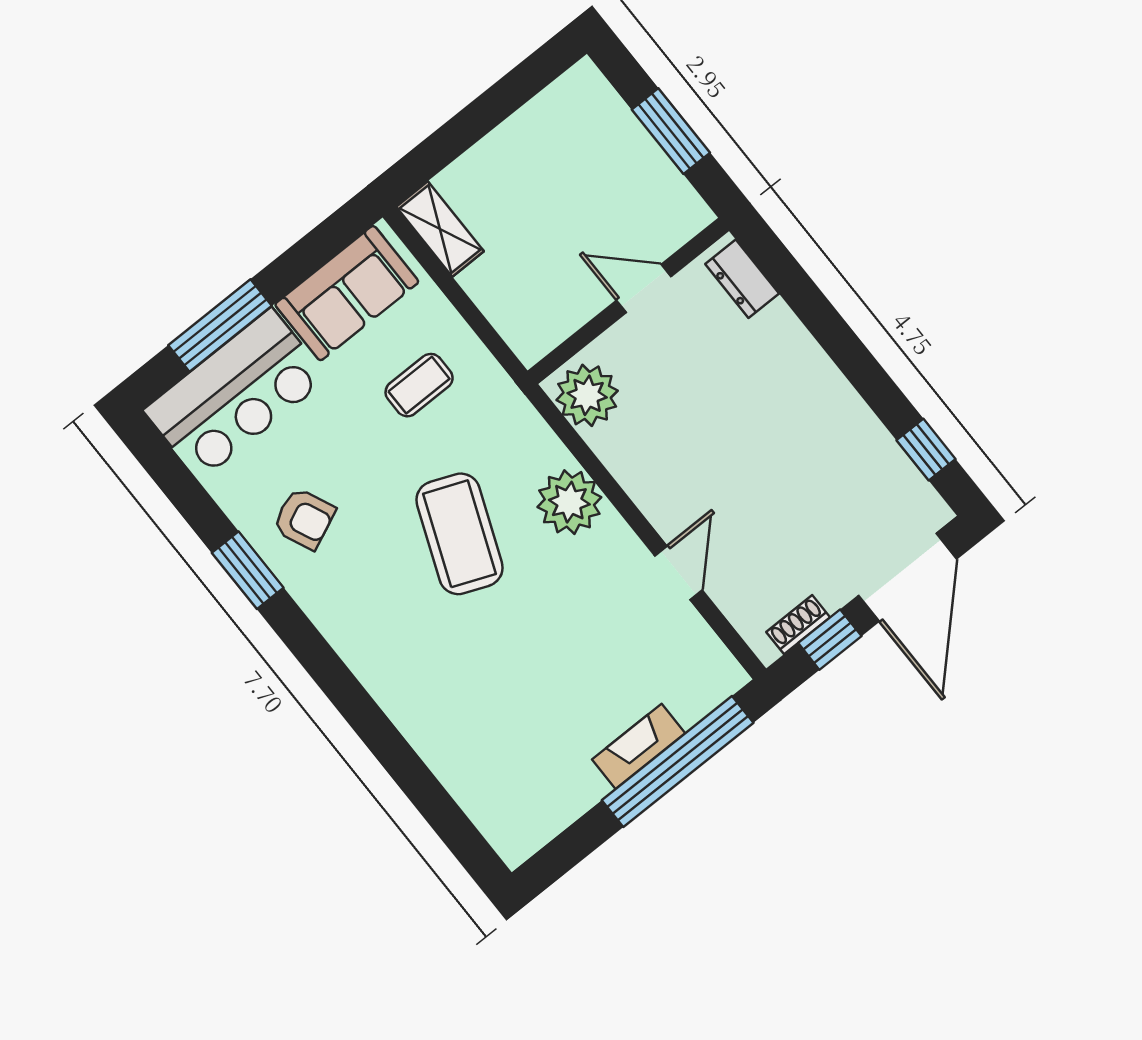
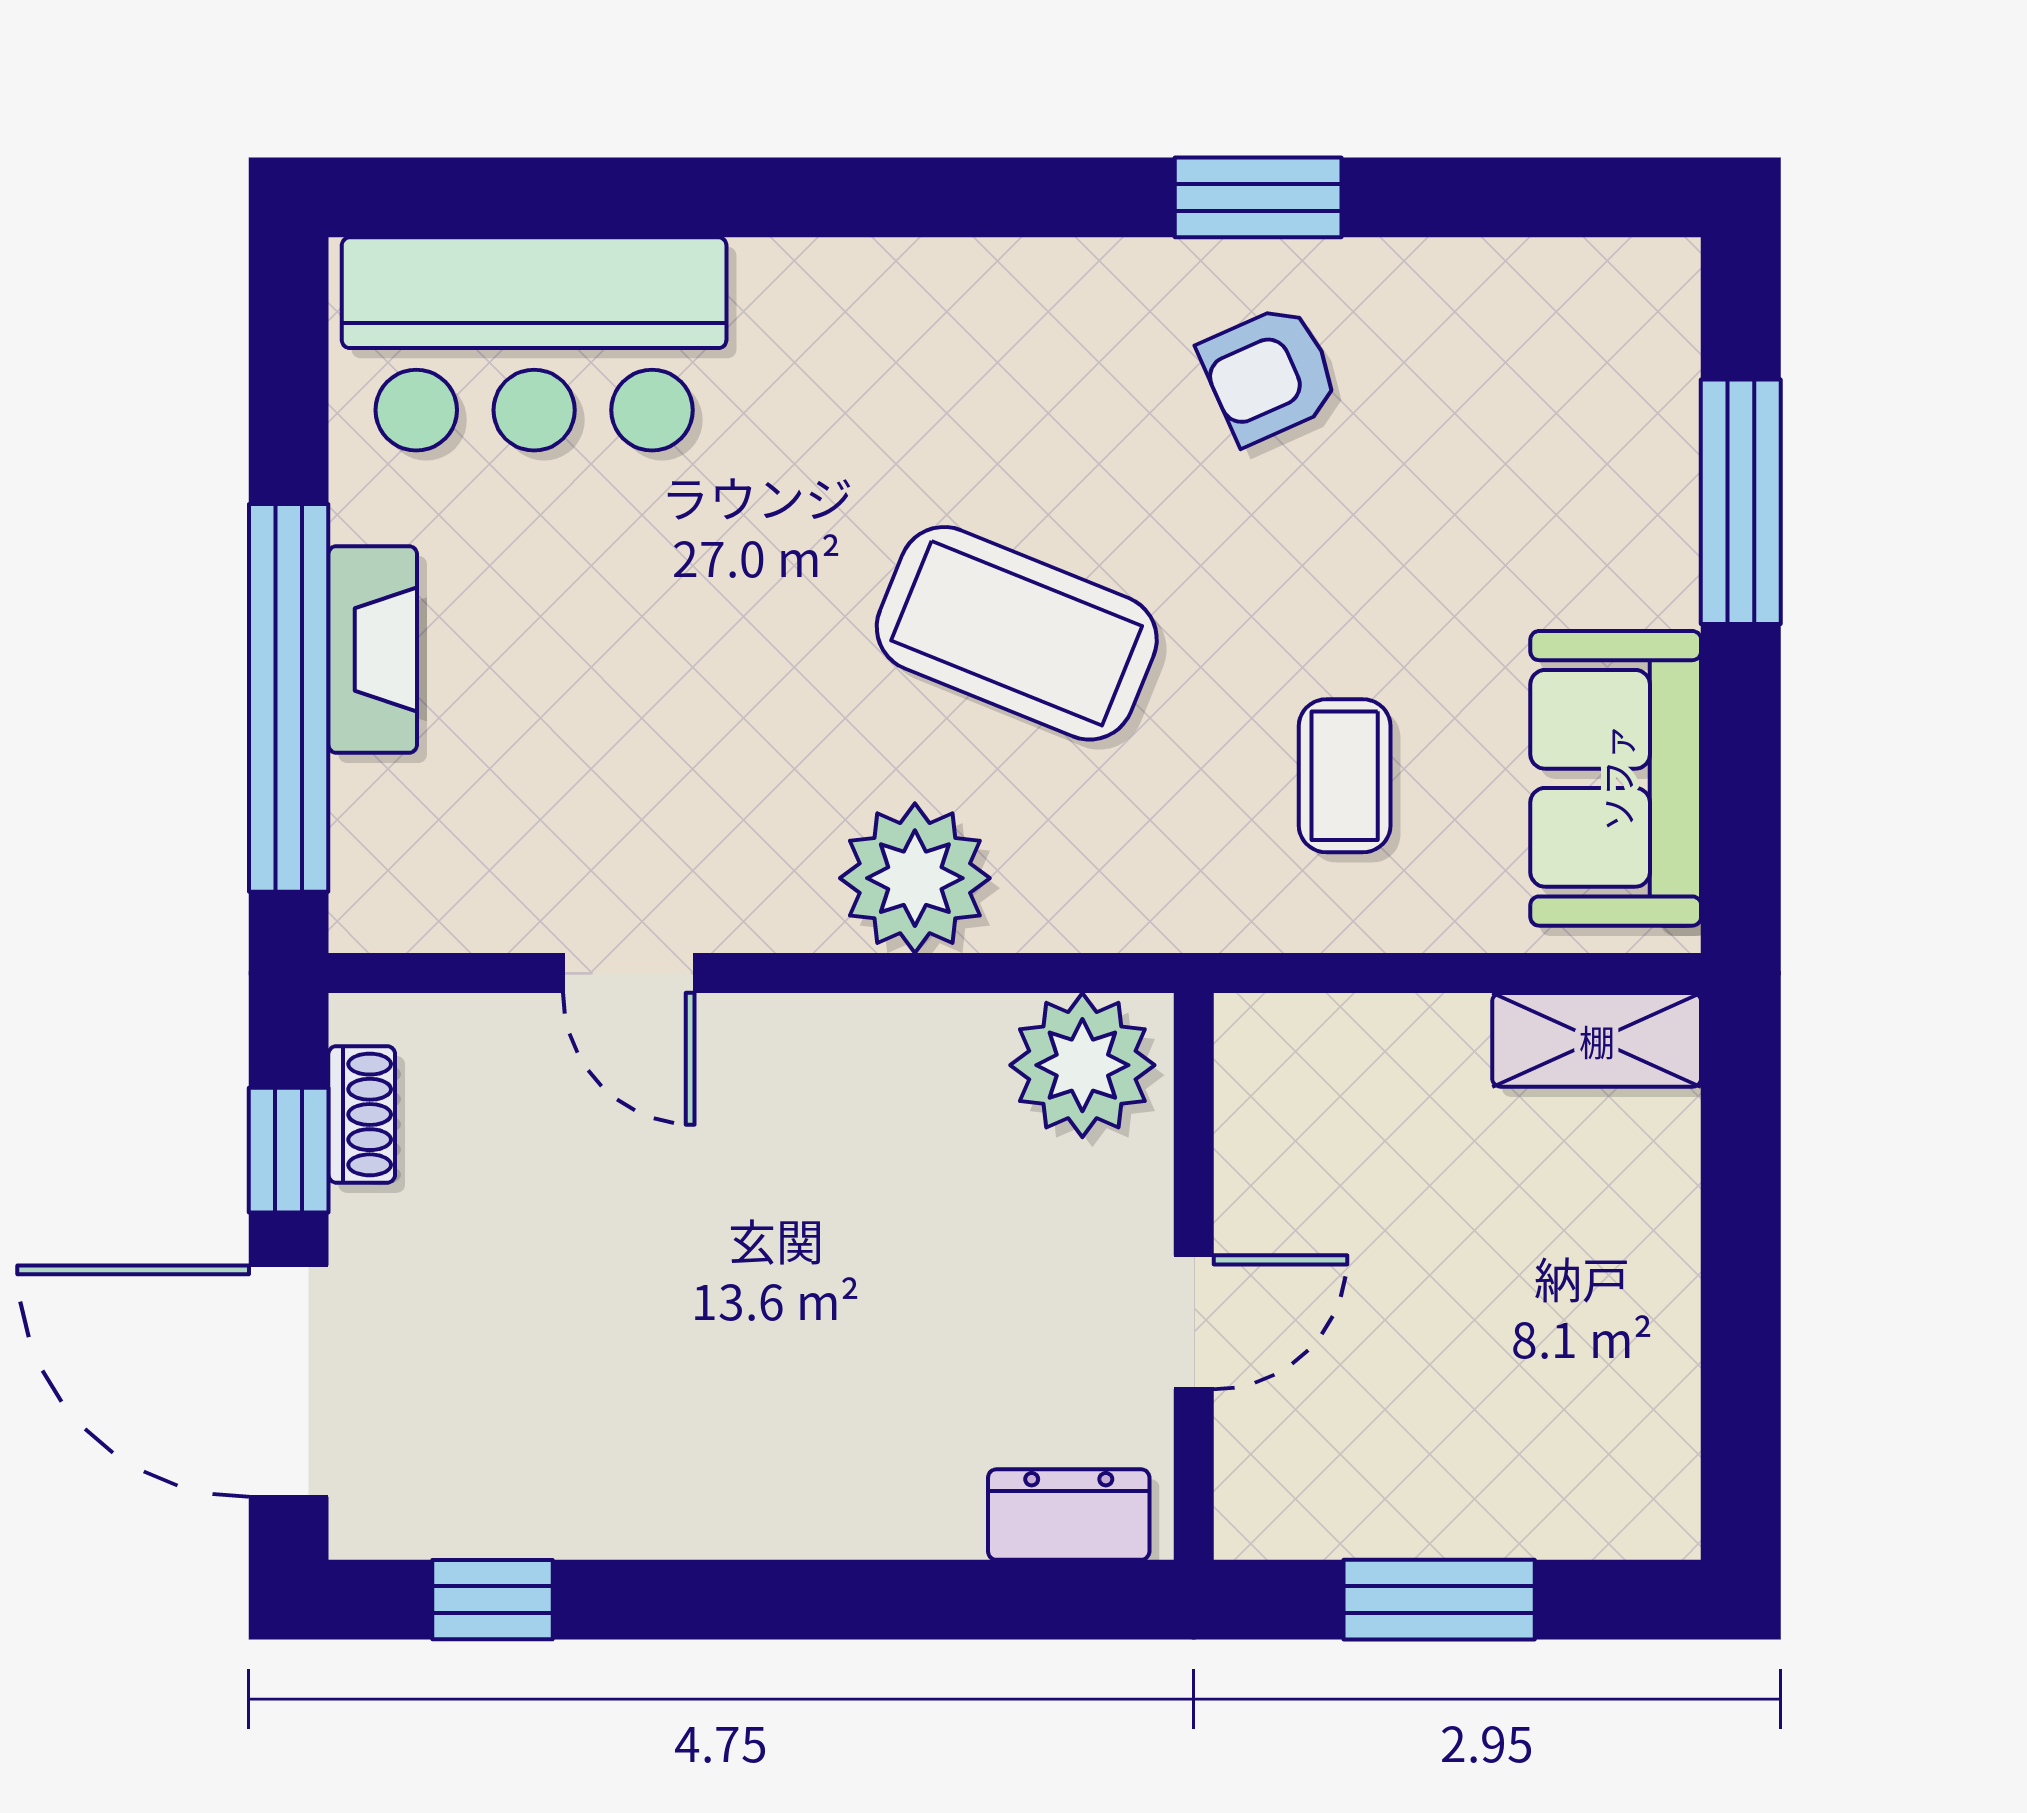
bar counter: (236, 394) -> (534, 344), moved, turned -90

